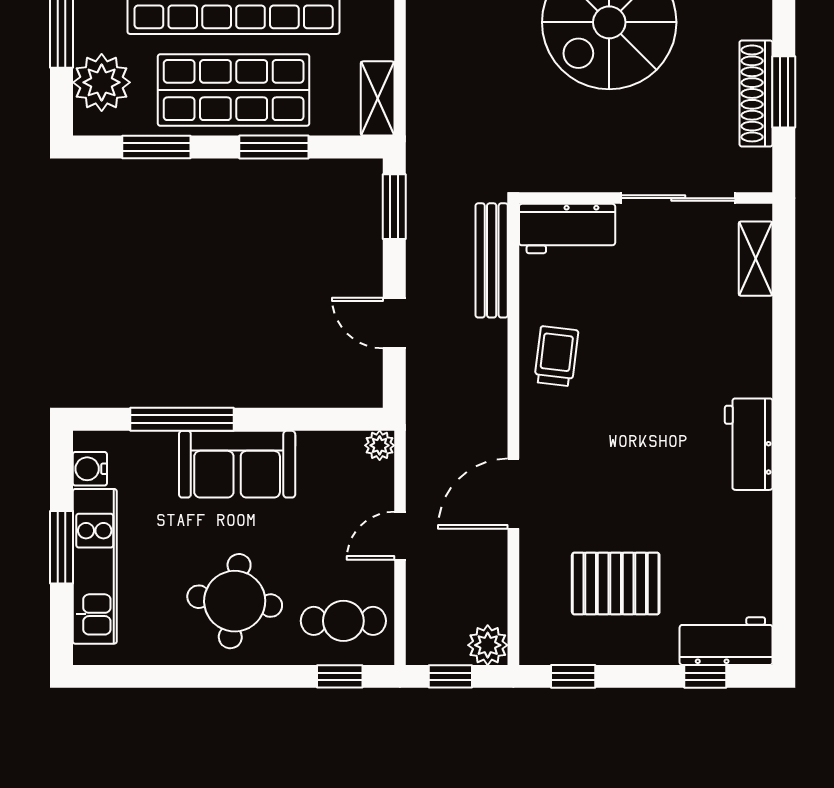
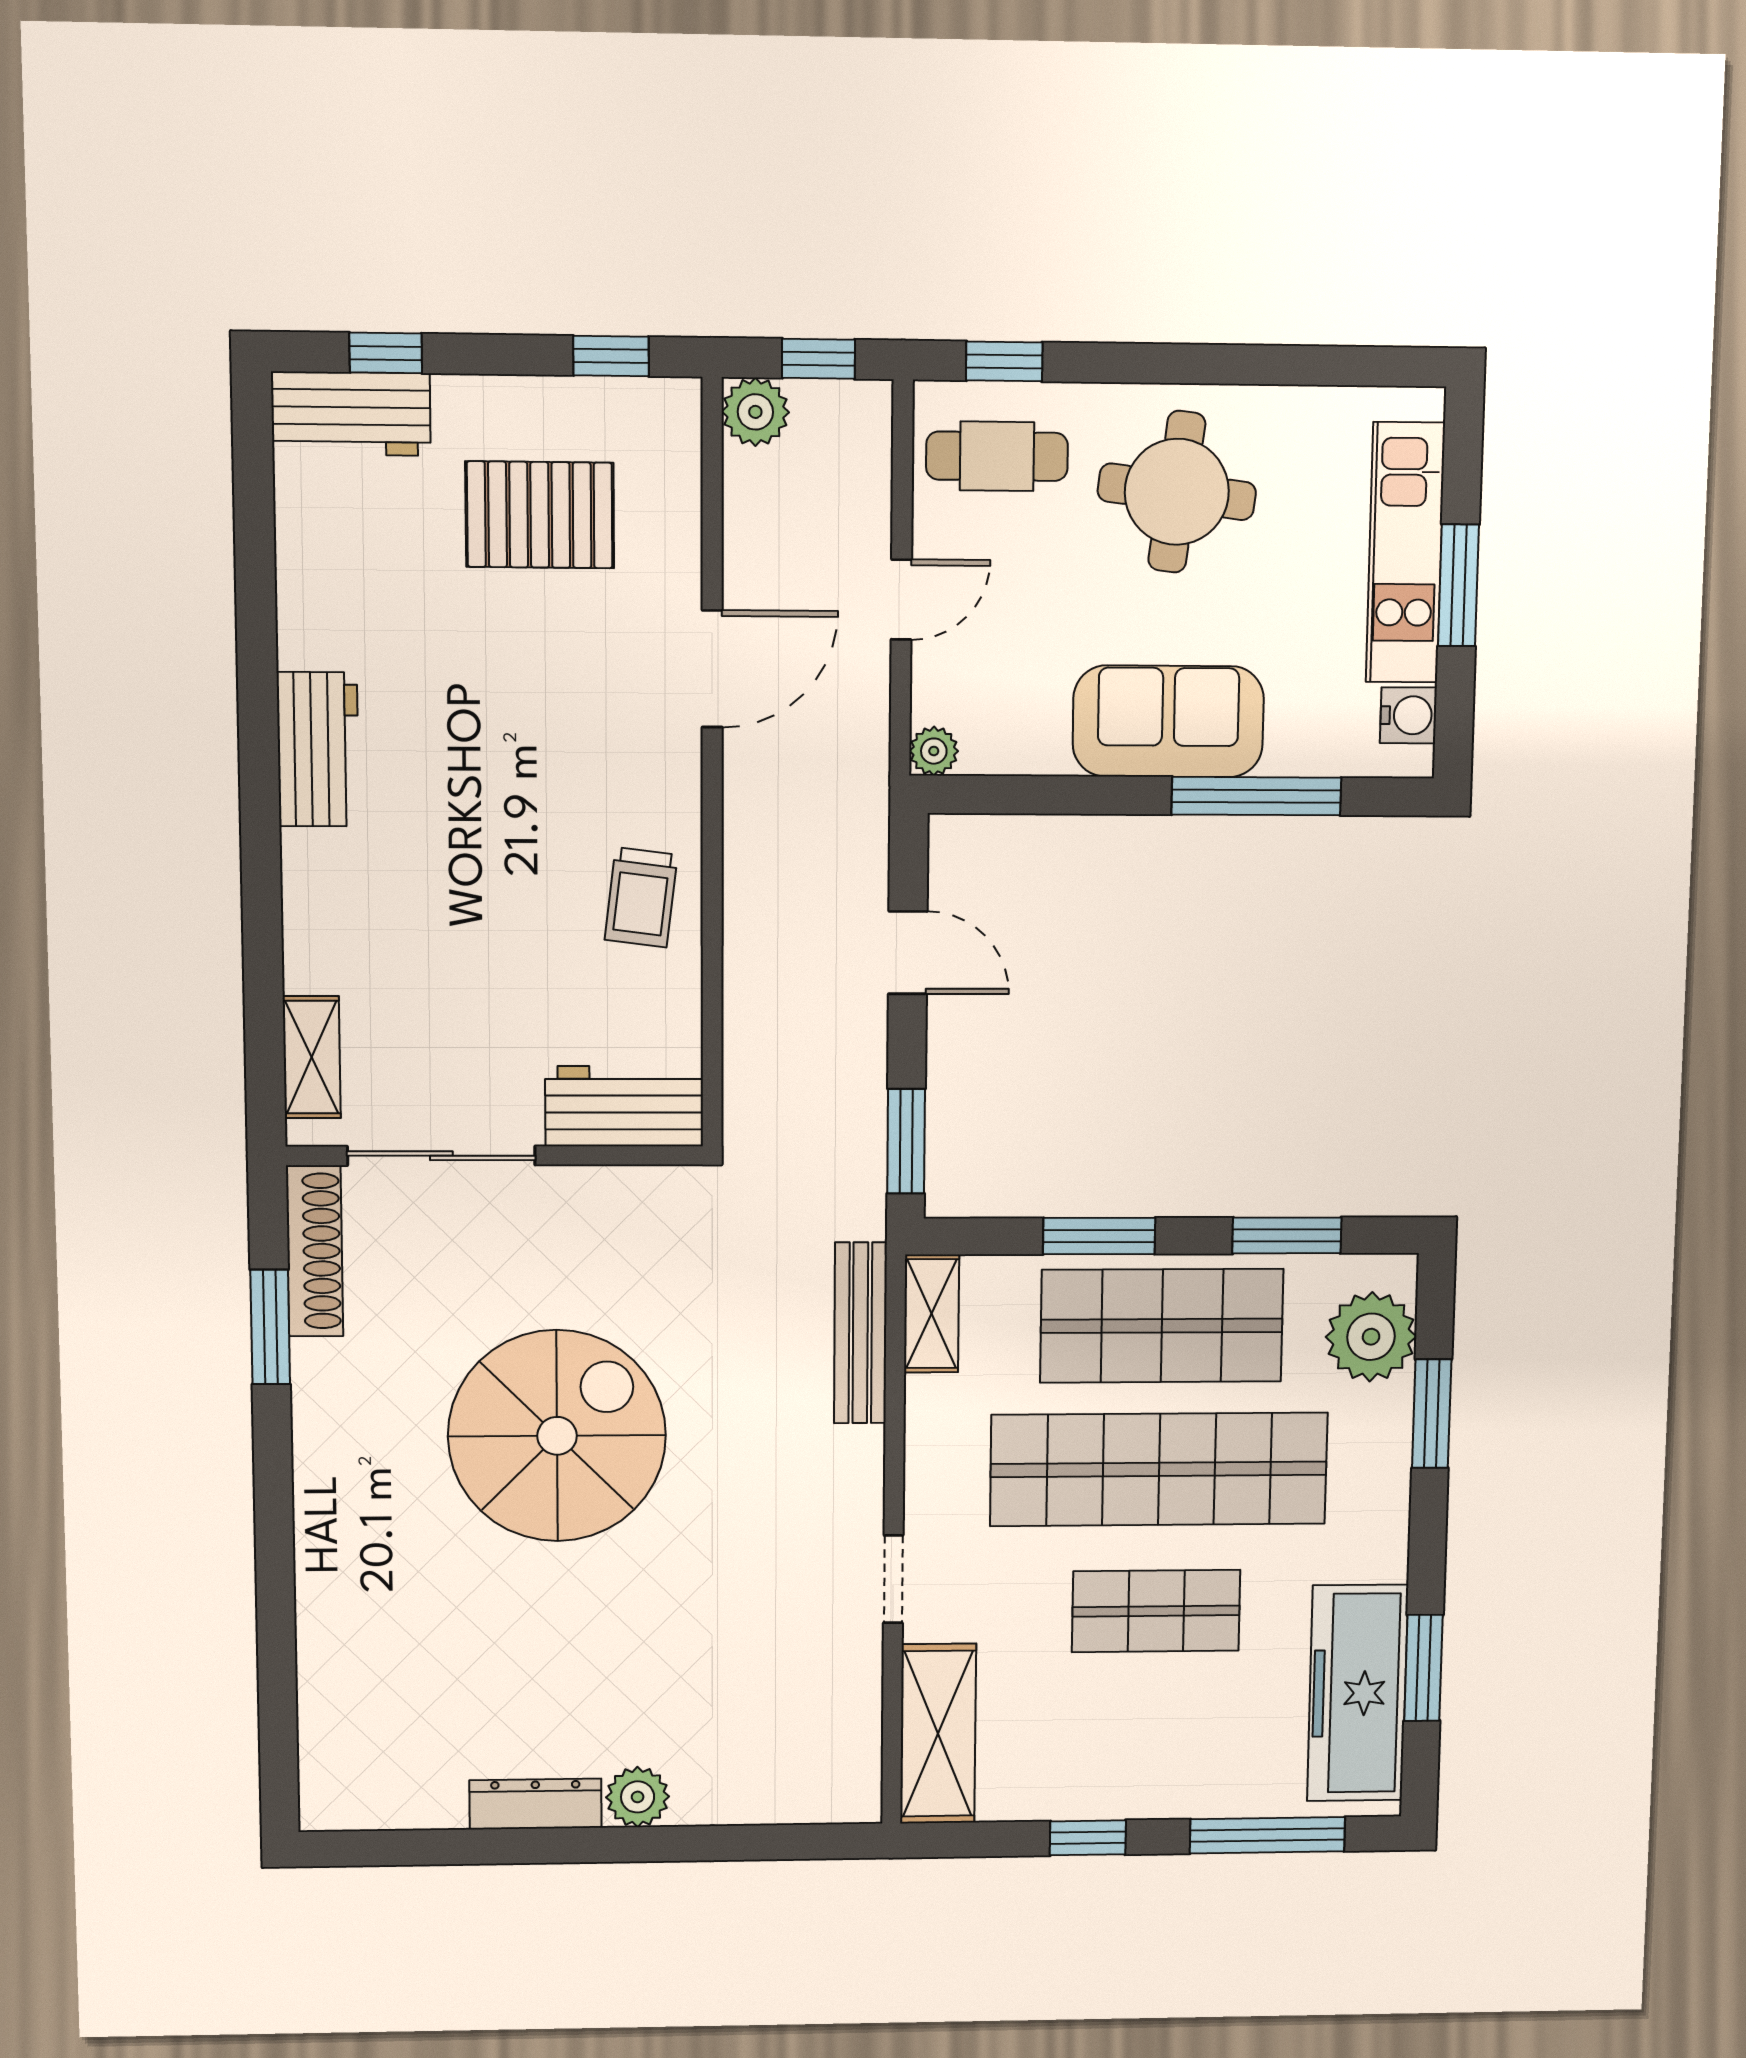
shoe rack: (756, 93) -> (315, 1251), moved
bench: (492, 260) -> (860, 1333), moved

